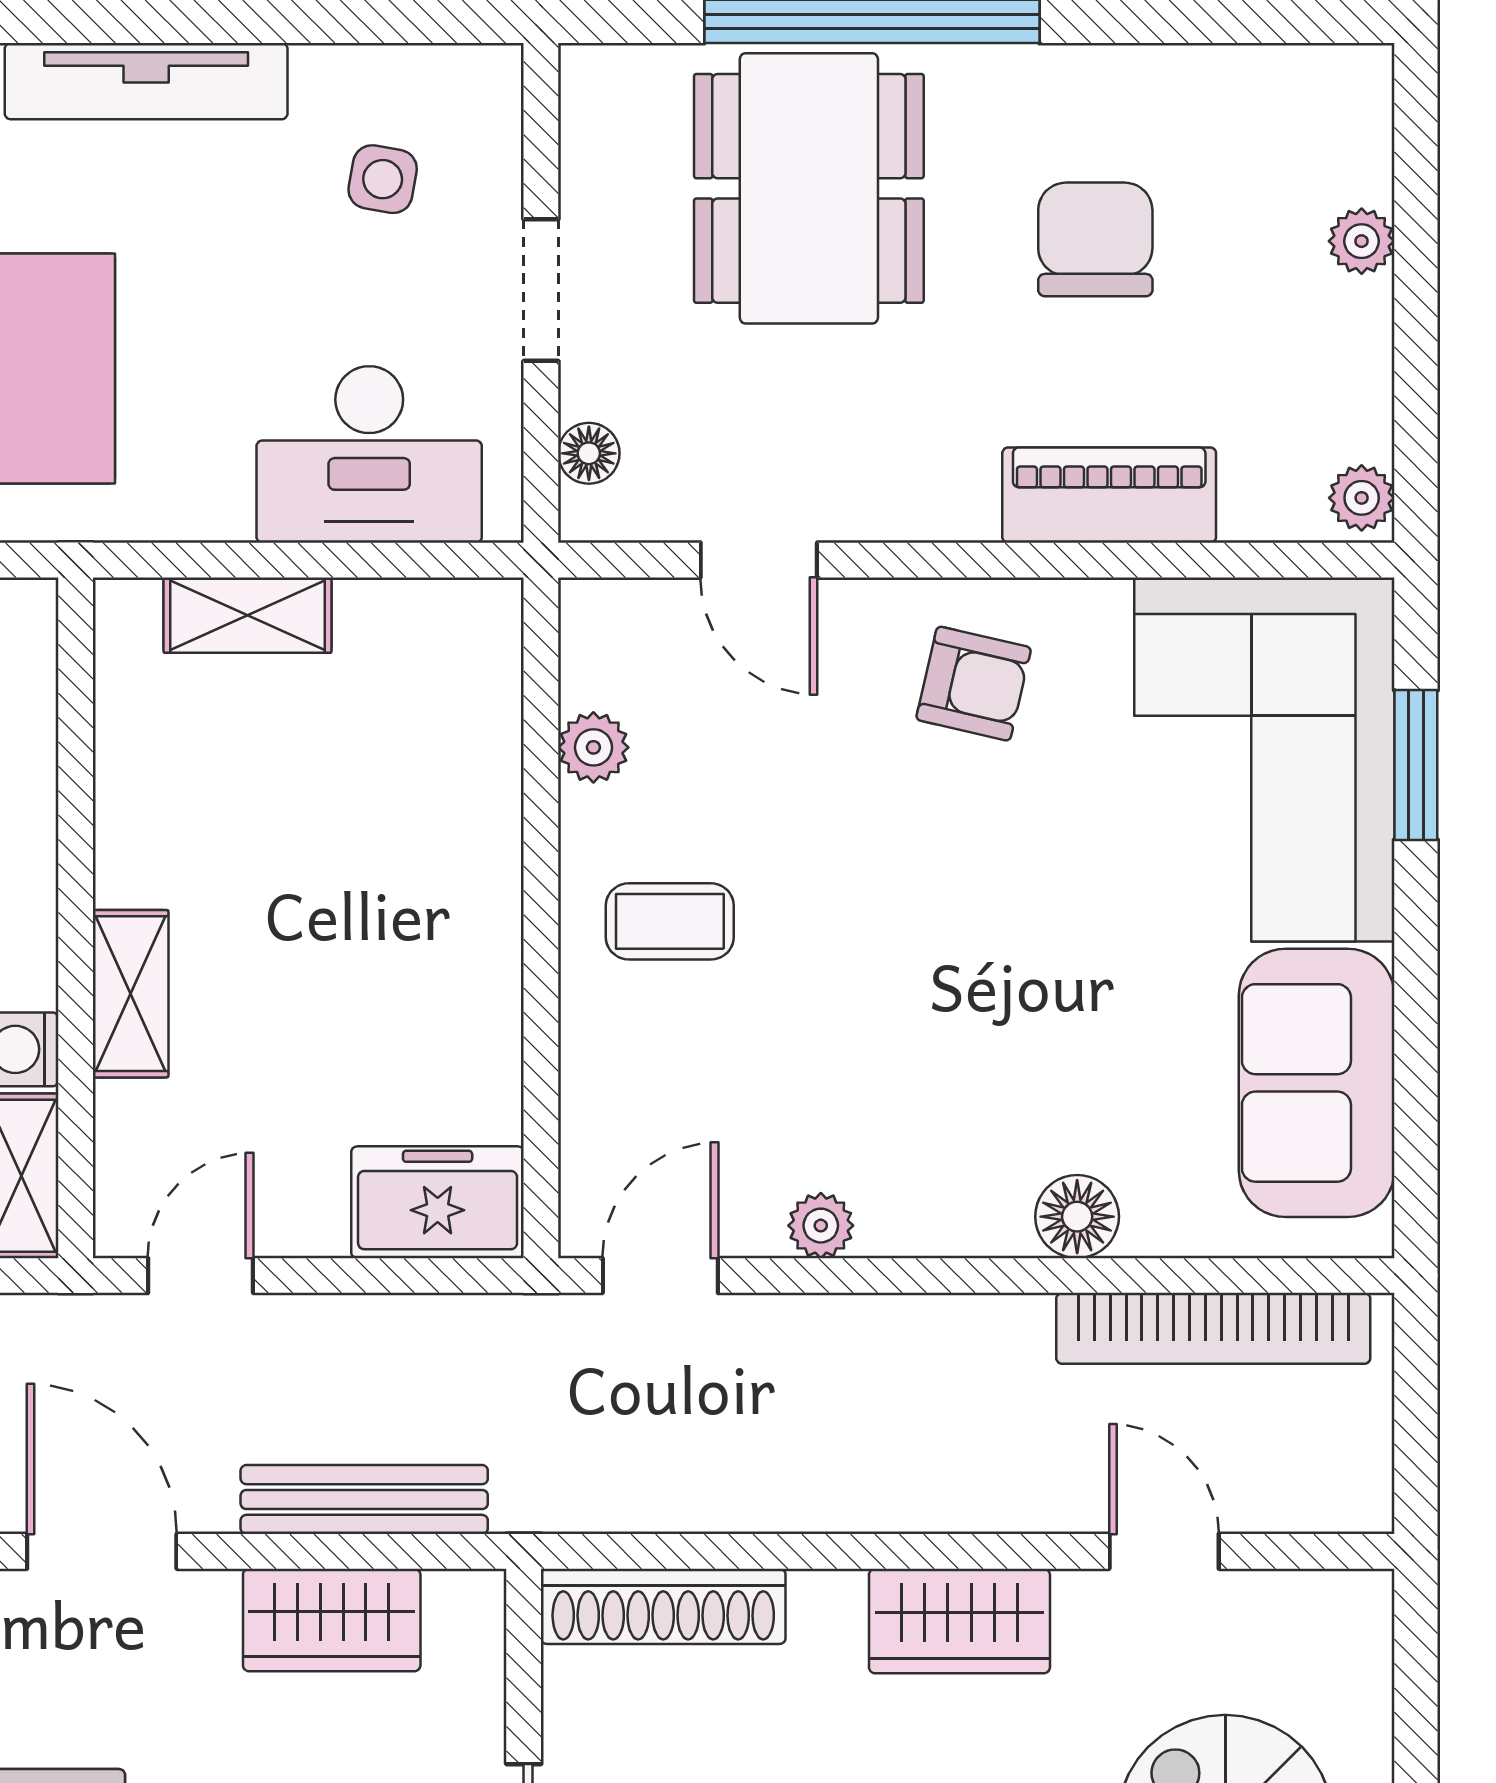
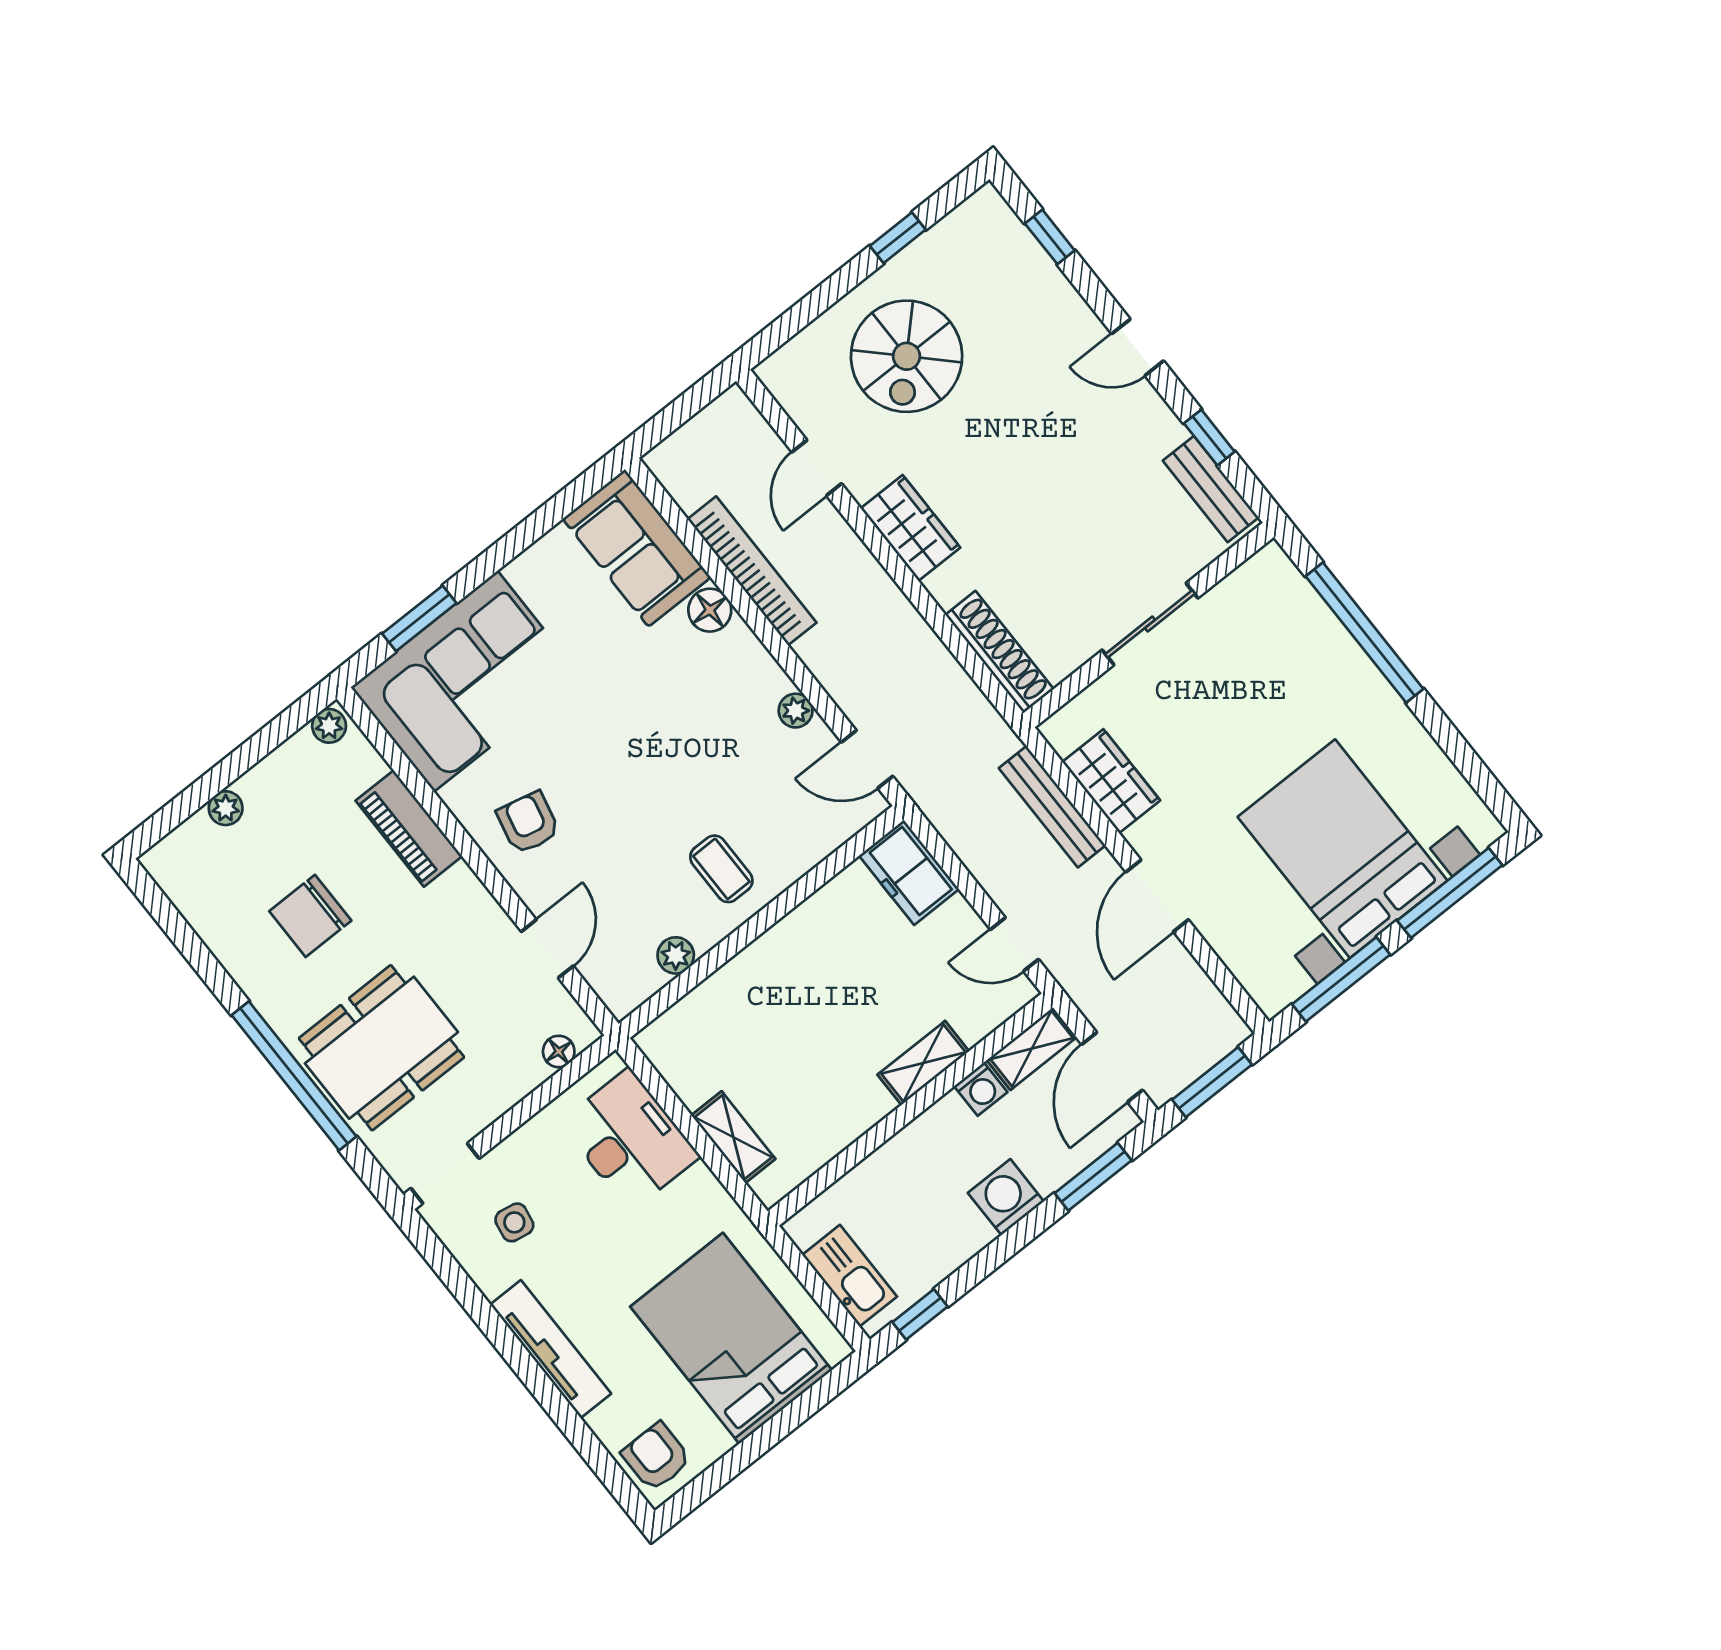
doorway: (541, 290) -> (445, 1173), moved
sofa: (1317, 1083) -> (637, 548), moved, turned 90
bookcase: (1213, 1328) -> (752, 571), moved

